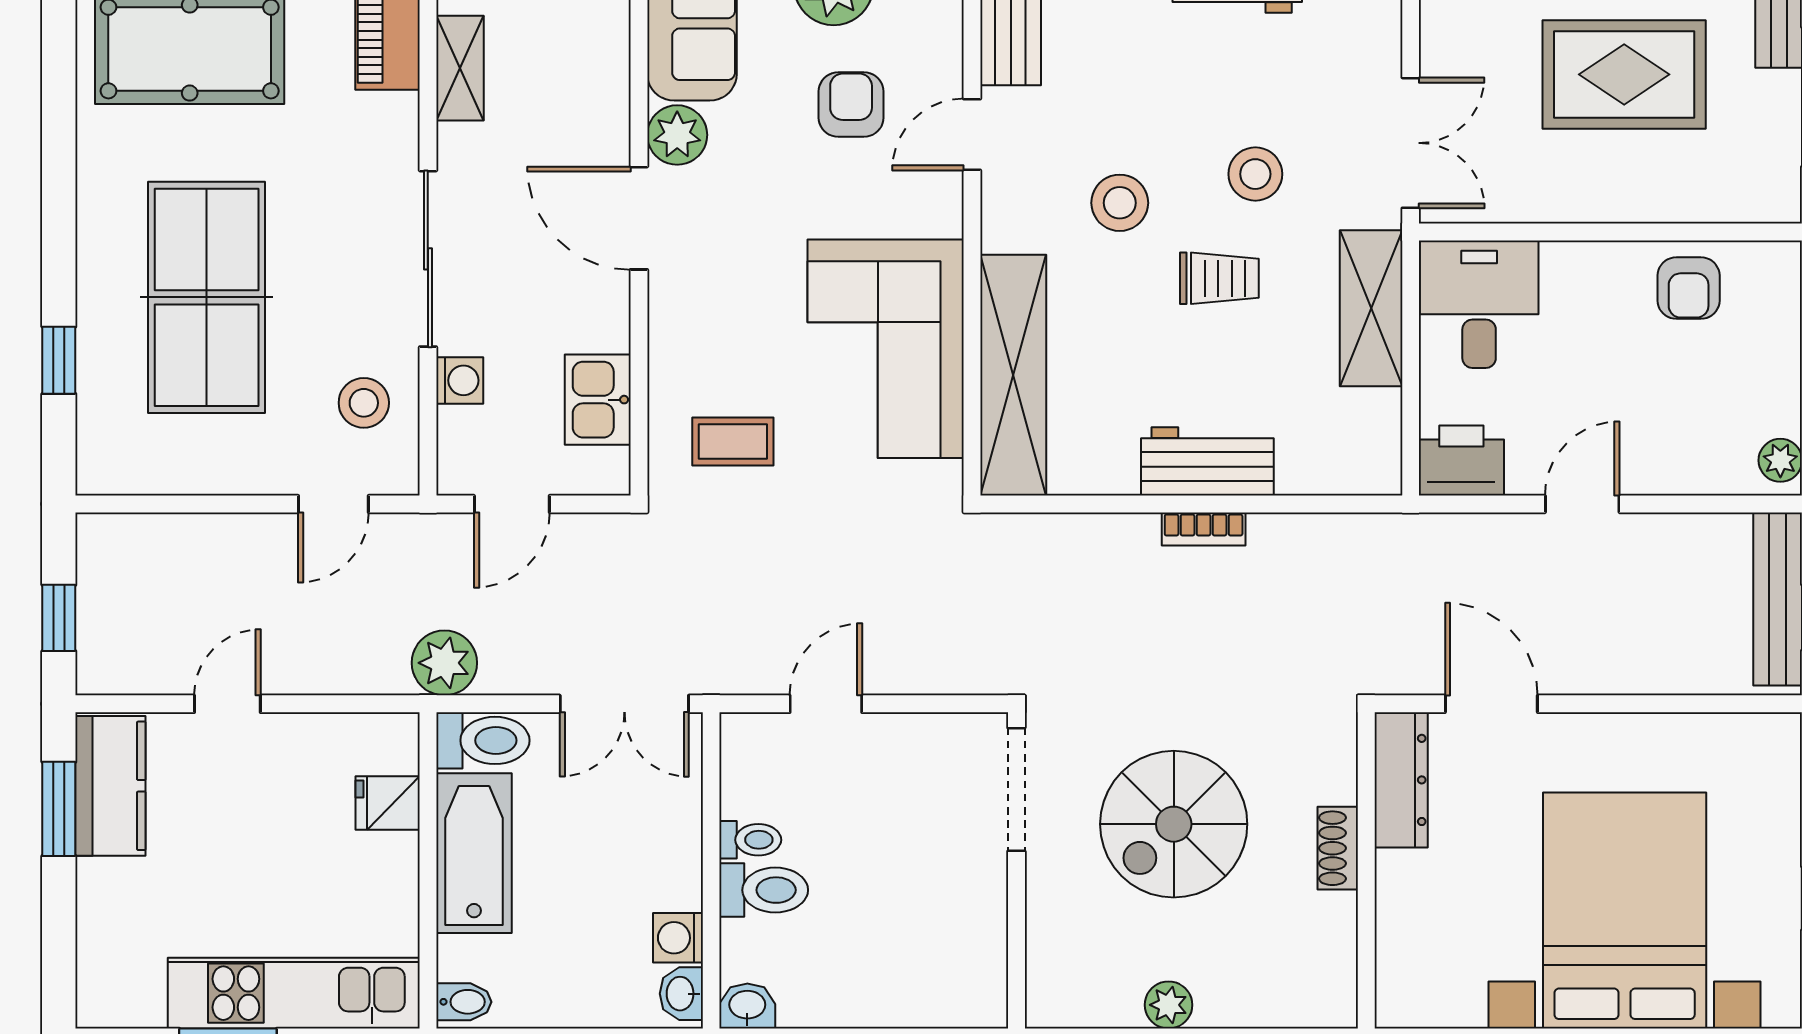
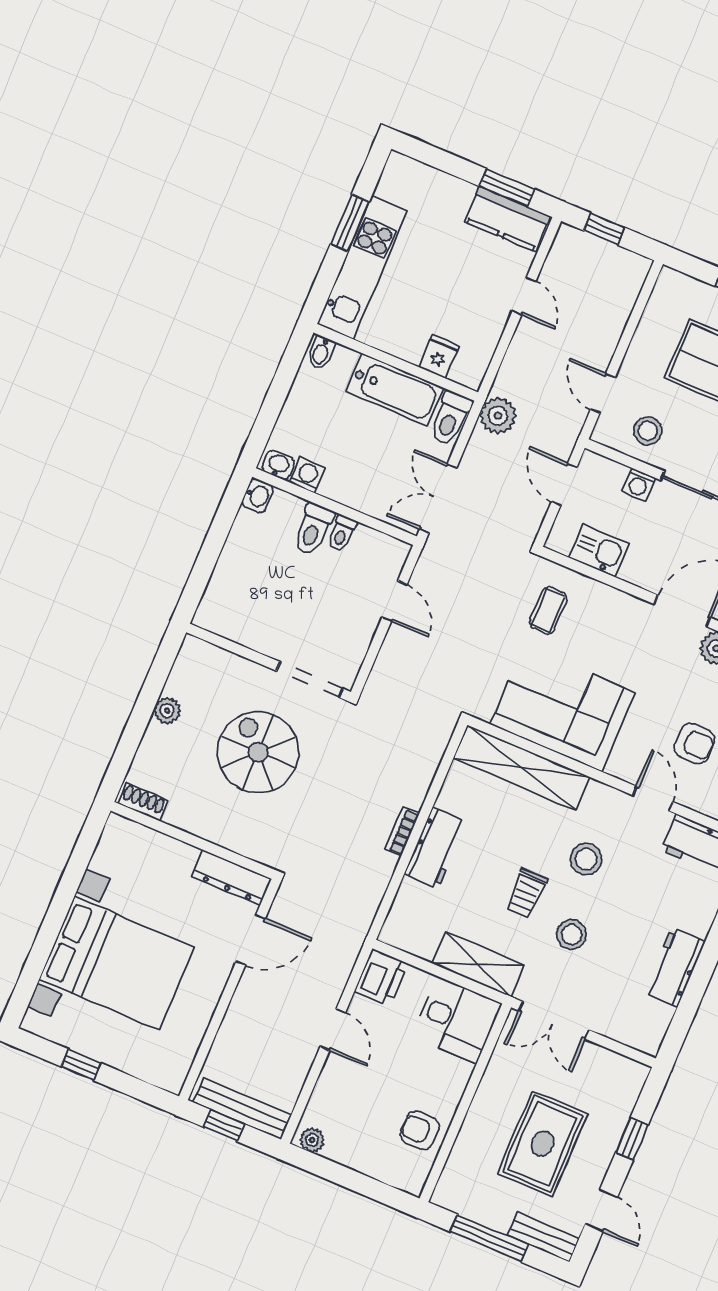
shoe rack: (1338, 848) -> (143, 802), moved

